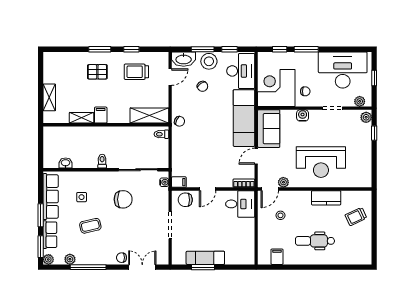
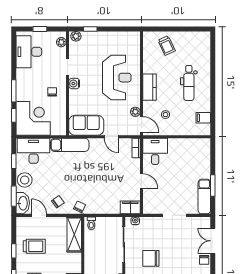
window: (203, 49) -> (14, 196), moved
desk: (343, 70) -> (29, 52), width x0.73, depth x0.77
trolley: (136, 72) -> (34, 246), turned -90
chair: (202, 86) -> (58, 202), moved
corner desk: (276, 88) -> (33, 118), moved, turned 180
water cooler: (303, 115) -> (74, 84), moved
exam couch: (244, 118) -> (70, 145), width x0.73, depth x0.69
filing cabinet: (179, 182) -> (130, 207), width x2.00
kitchen counter: (326, 198) -> (149, 87), moved
chair: (123, 199) -> (151, 258), turned -90
chair: (185, 200) -> (151, 202), removed
exam couch: (205, 258) -> (204, 197), moved

